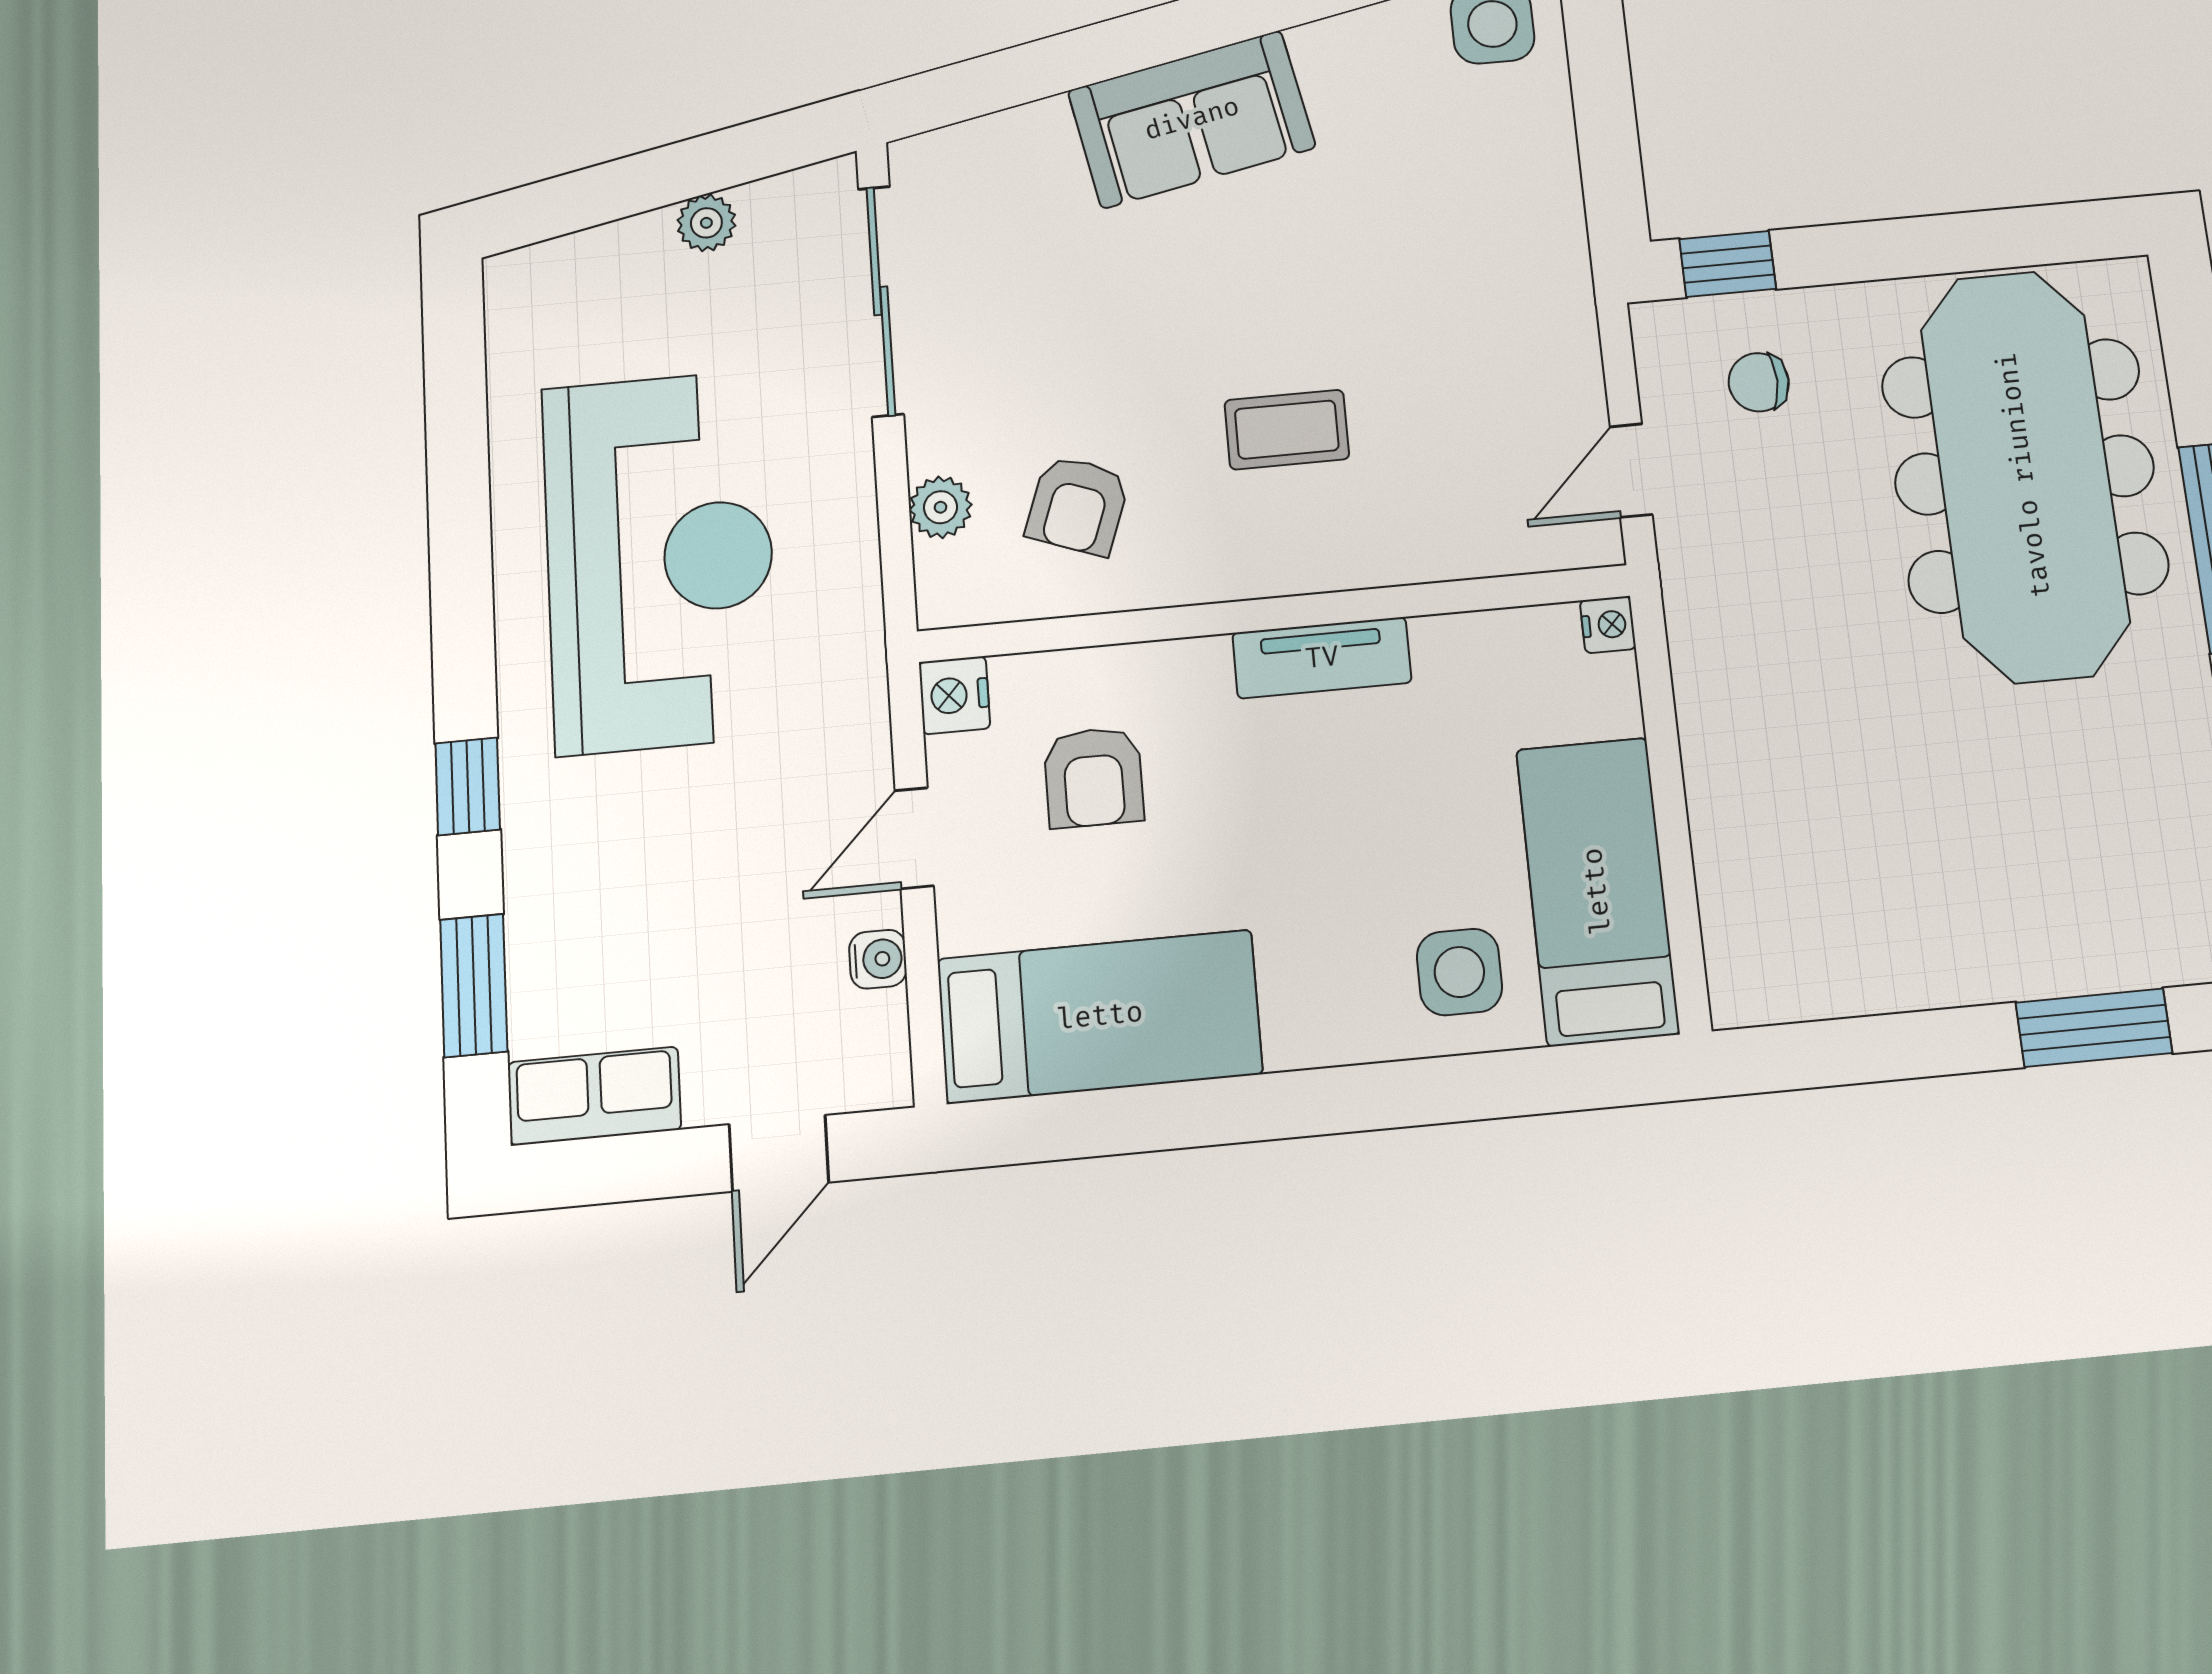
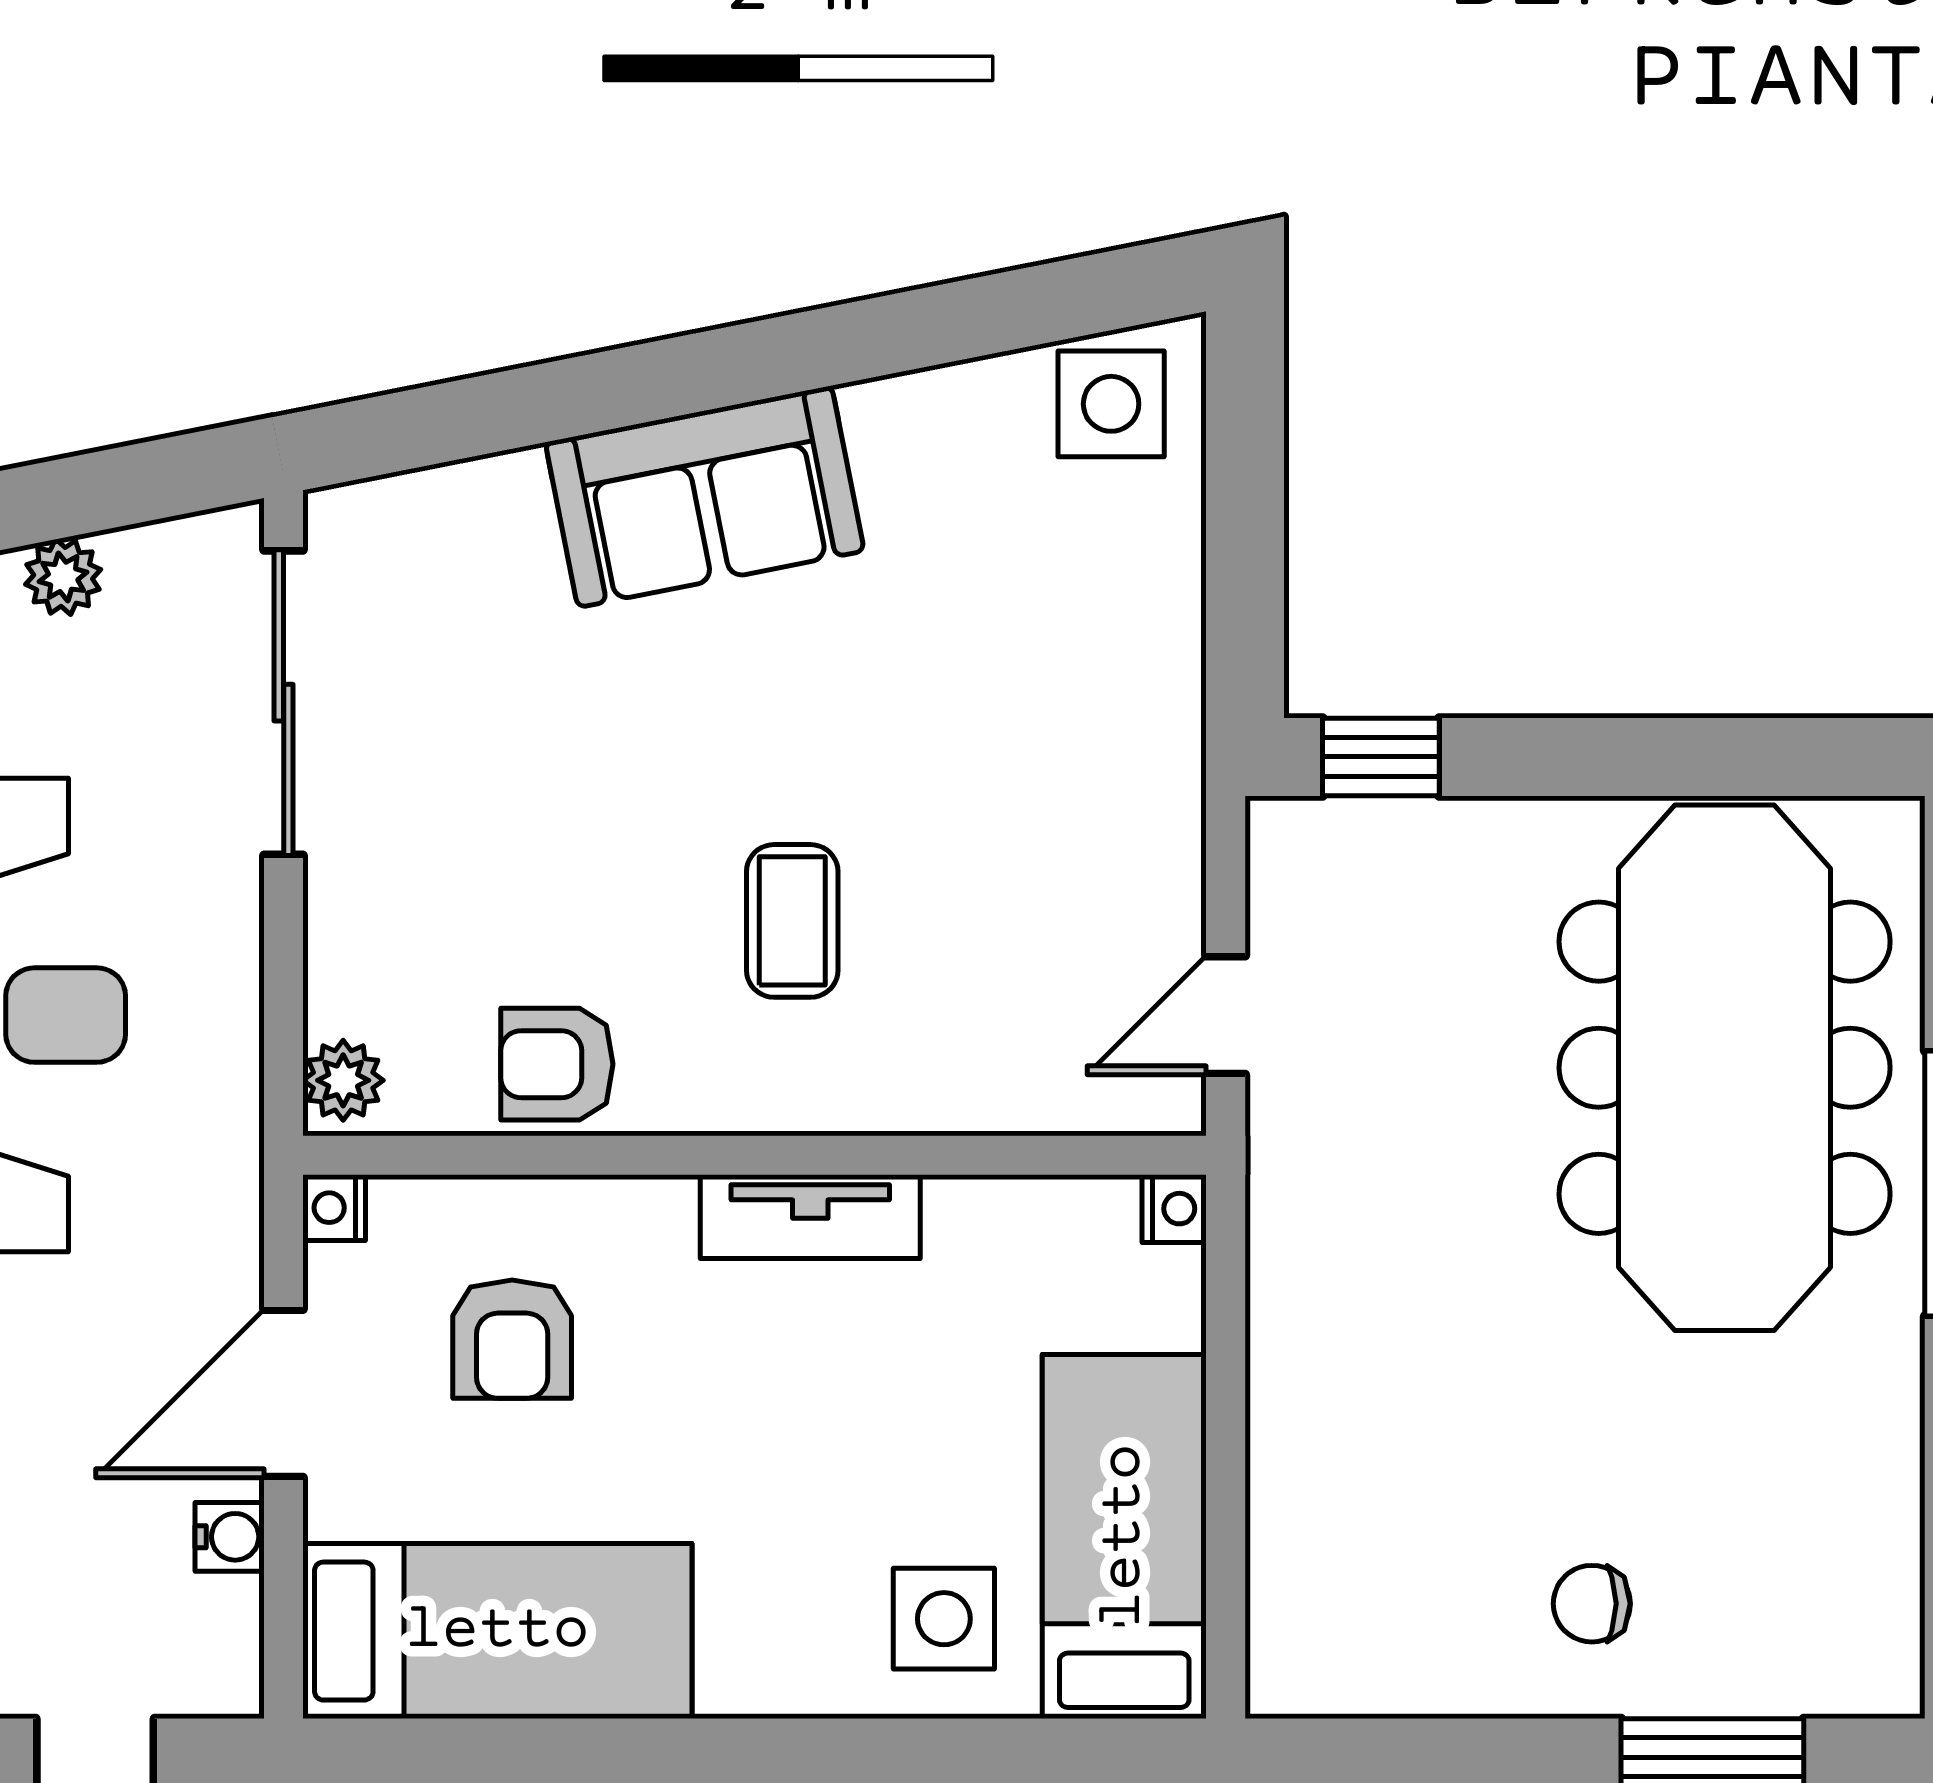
chair: (1759, 382) -> (1592, 1604), moved
coffee table: (1287, 430) -> (792, 921), turned 90
armchair: (1078, 505) -> (557, 1064), moved, turned 70
plant: (941, 507) -> (343, 1080), moved
nightstand: (954, 695) -> (334, 1208), width x0.72, depth x0.74
door: (914, 838) -> (284, 1393), width x1.38

